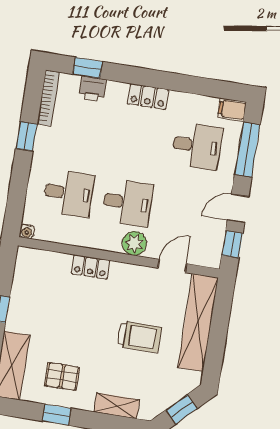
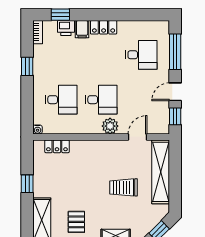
bookcase: (48, 98) -> (38, 32), width x0.64
filing cabinet: (232, 110) -> (82, 29), moved, turned -90
locker: (91, 267) -> (57, 146), moved
trolley: (140, 337) -> (123, 187), turned 180
pallet: (62, 376) -> (76, 222), turned 90

